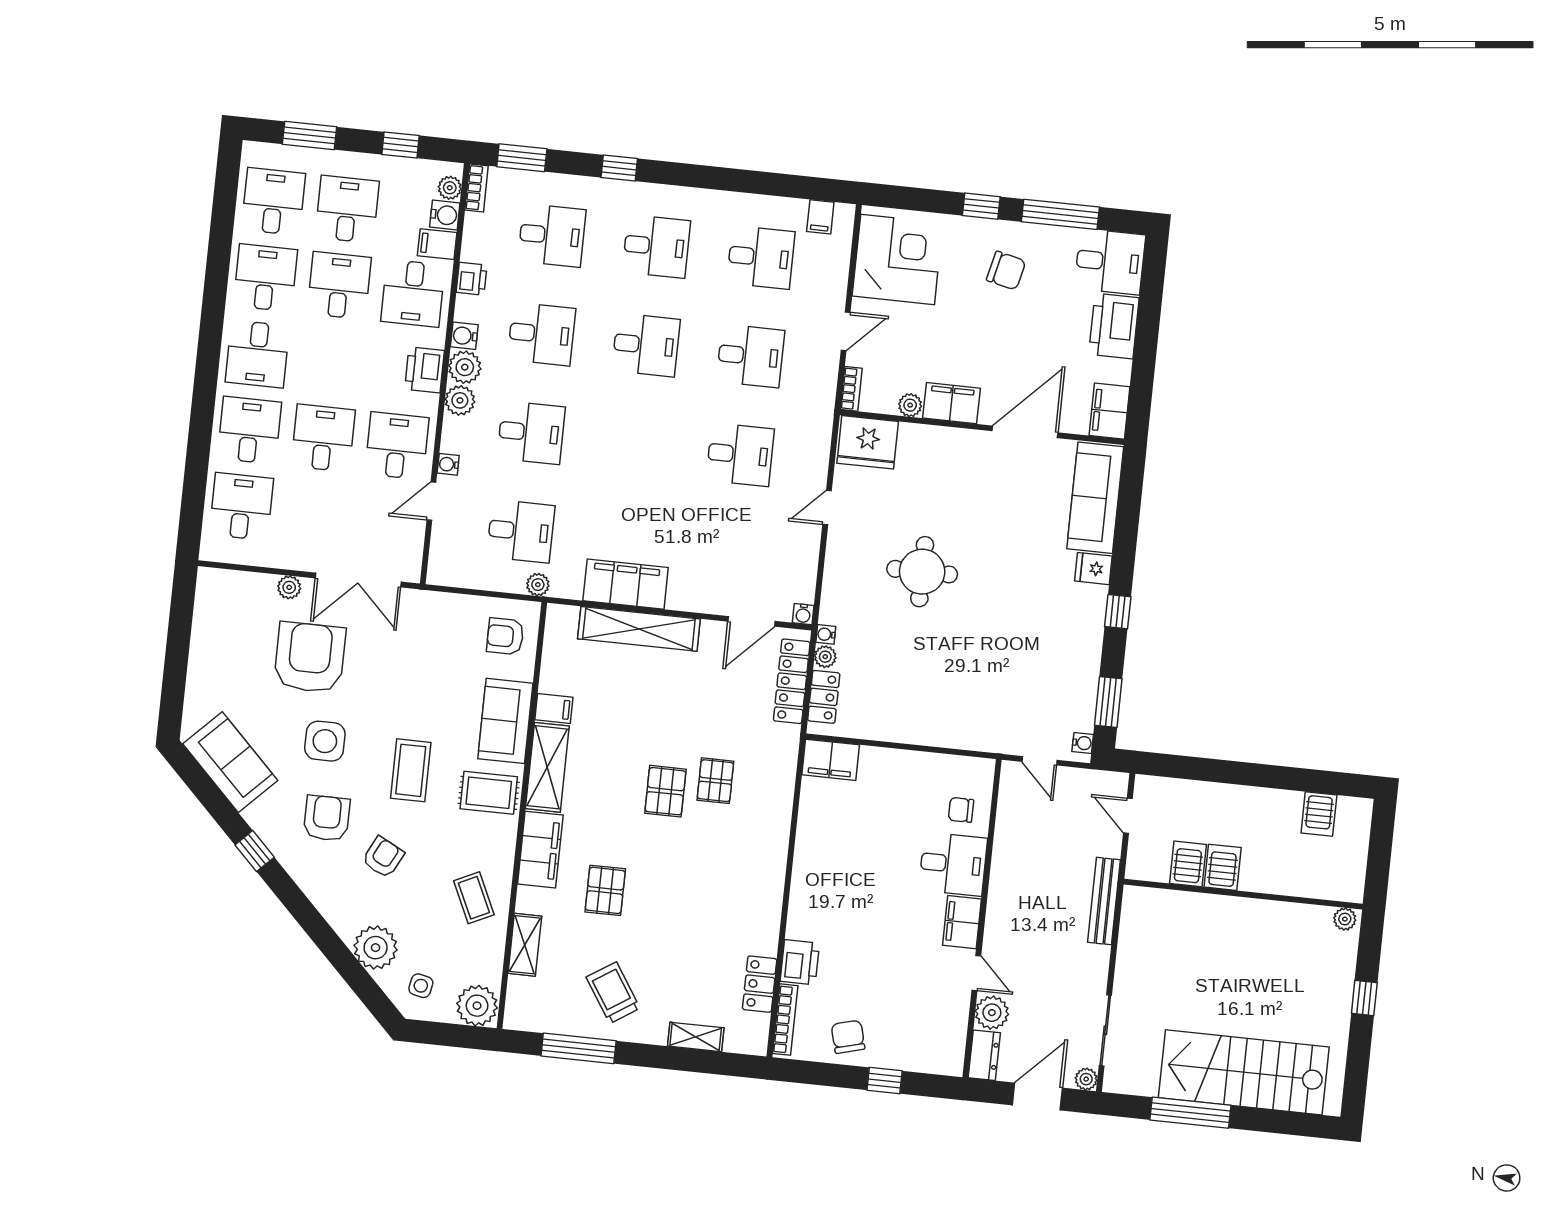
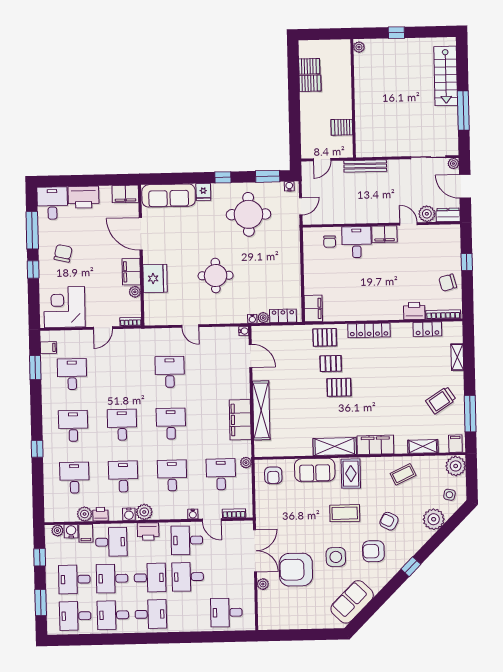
window: (522, 158) -> (35, 368), moved
bookcase: (477, 188) -> (234, 513), moved
door: (846, 331) -> (103, 328), swing flipped
desk: (750, 356) -> (171, 424), moved
plant: (460, 400) -> (85, 514), moved
desk: (249, 430) -> (150, 578), moved, turned 180
fridge: (868, 442) -> (155, 278), moved
round table: (1037, 654) -> (248, 214), added
locker: (792, 681) -> (369, 330), moved
filing cabinet: (554, 709) -> (455, 444), moved
window: (255, 851) -> (411, 567), moved
server rack: (1223, 867) -> (310, 83), moved, turned 180
pallet: (605, 890) -> (325, 337), moved
door: (976, 973) -> (408, 224), hinge flipped
stairs: (1244, 1072) -> (446, 76), width x0.73, depth x0.66

